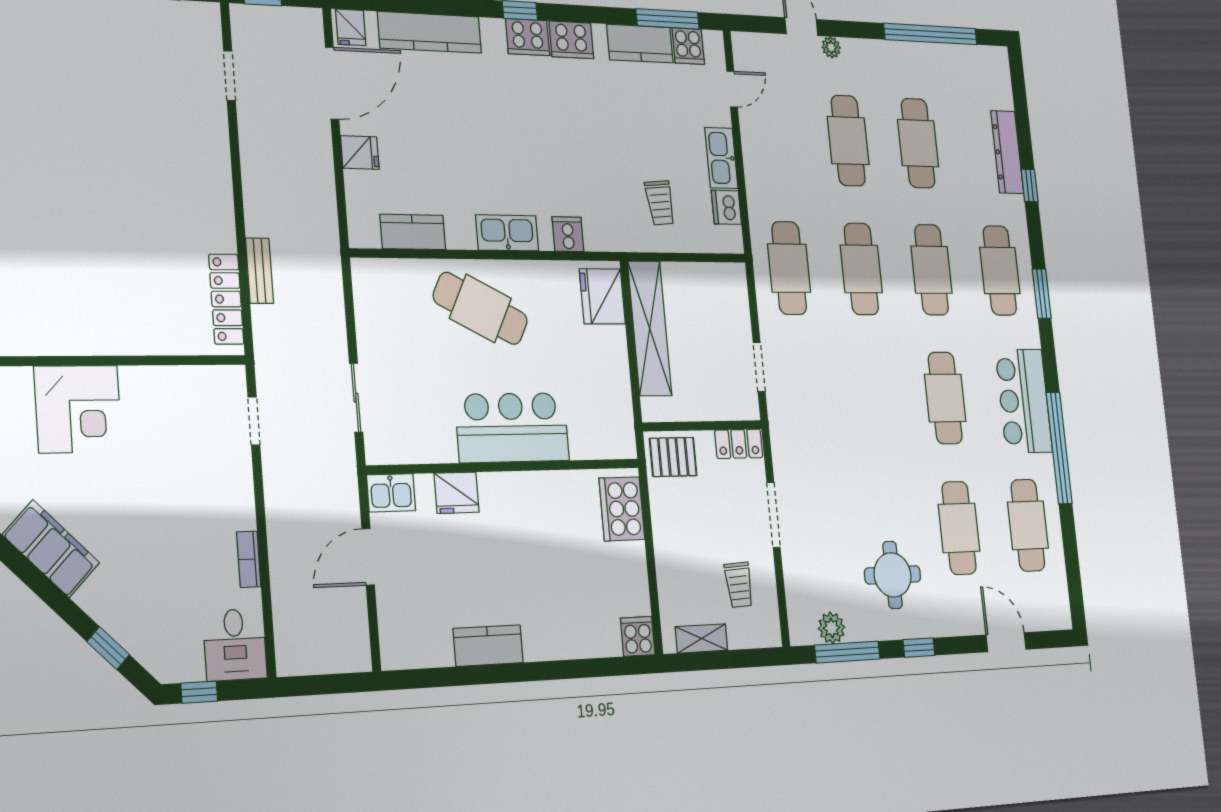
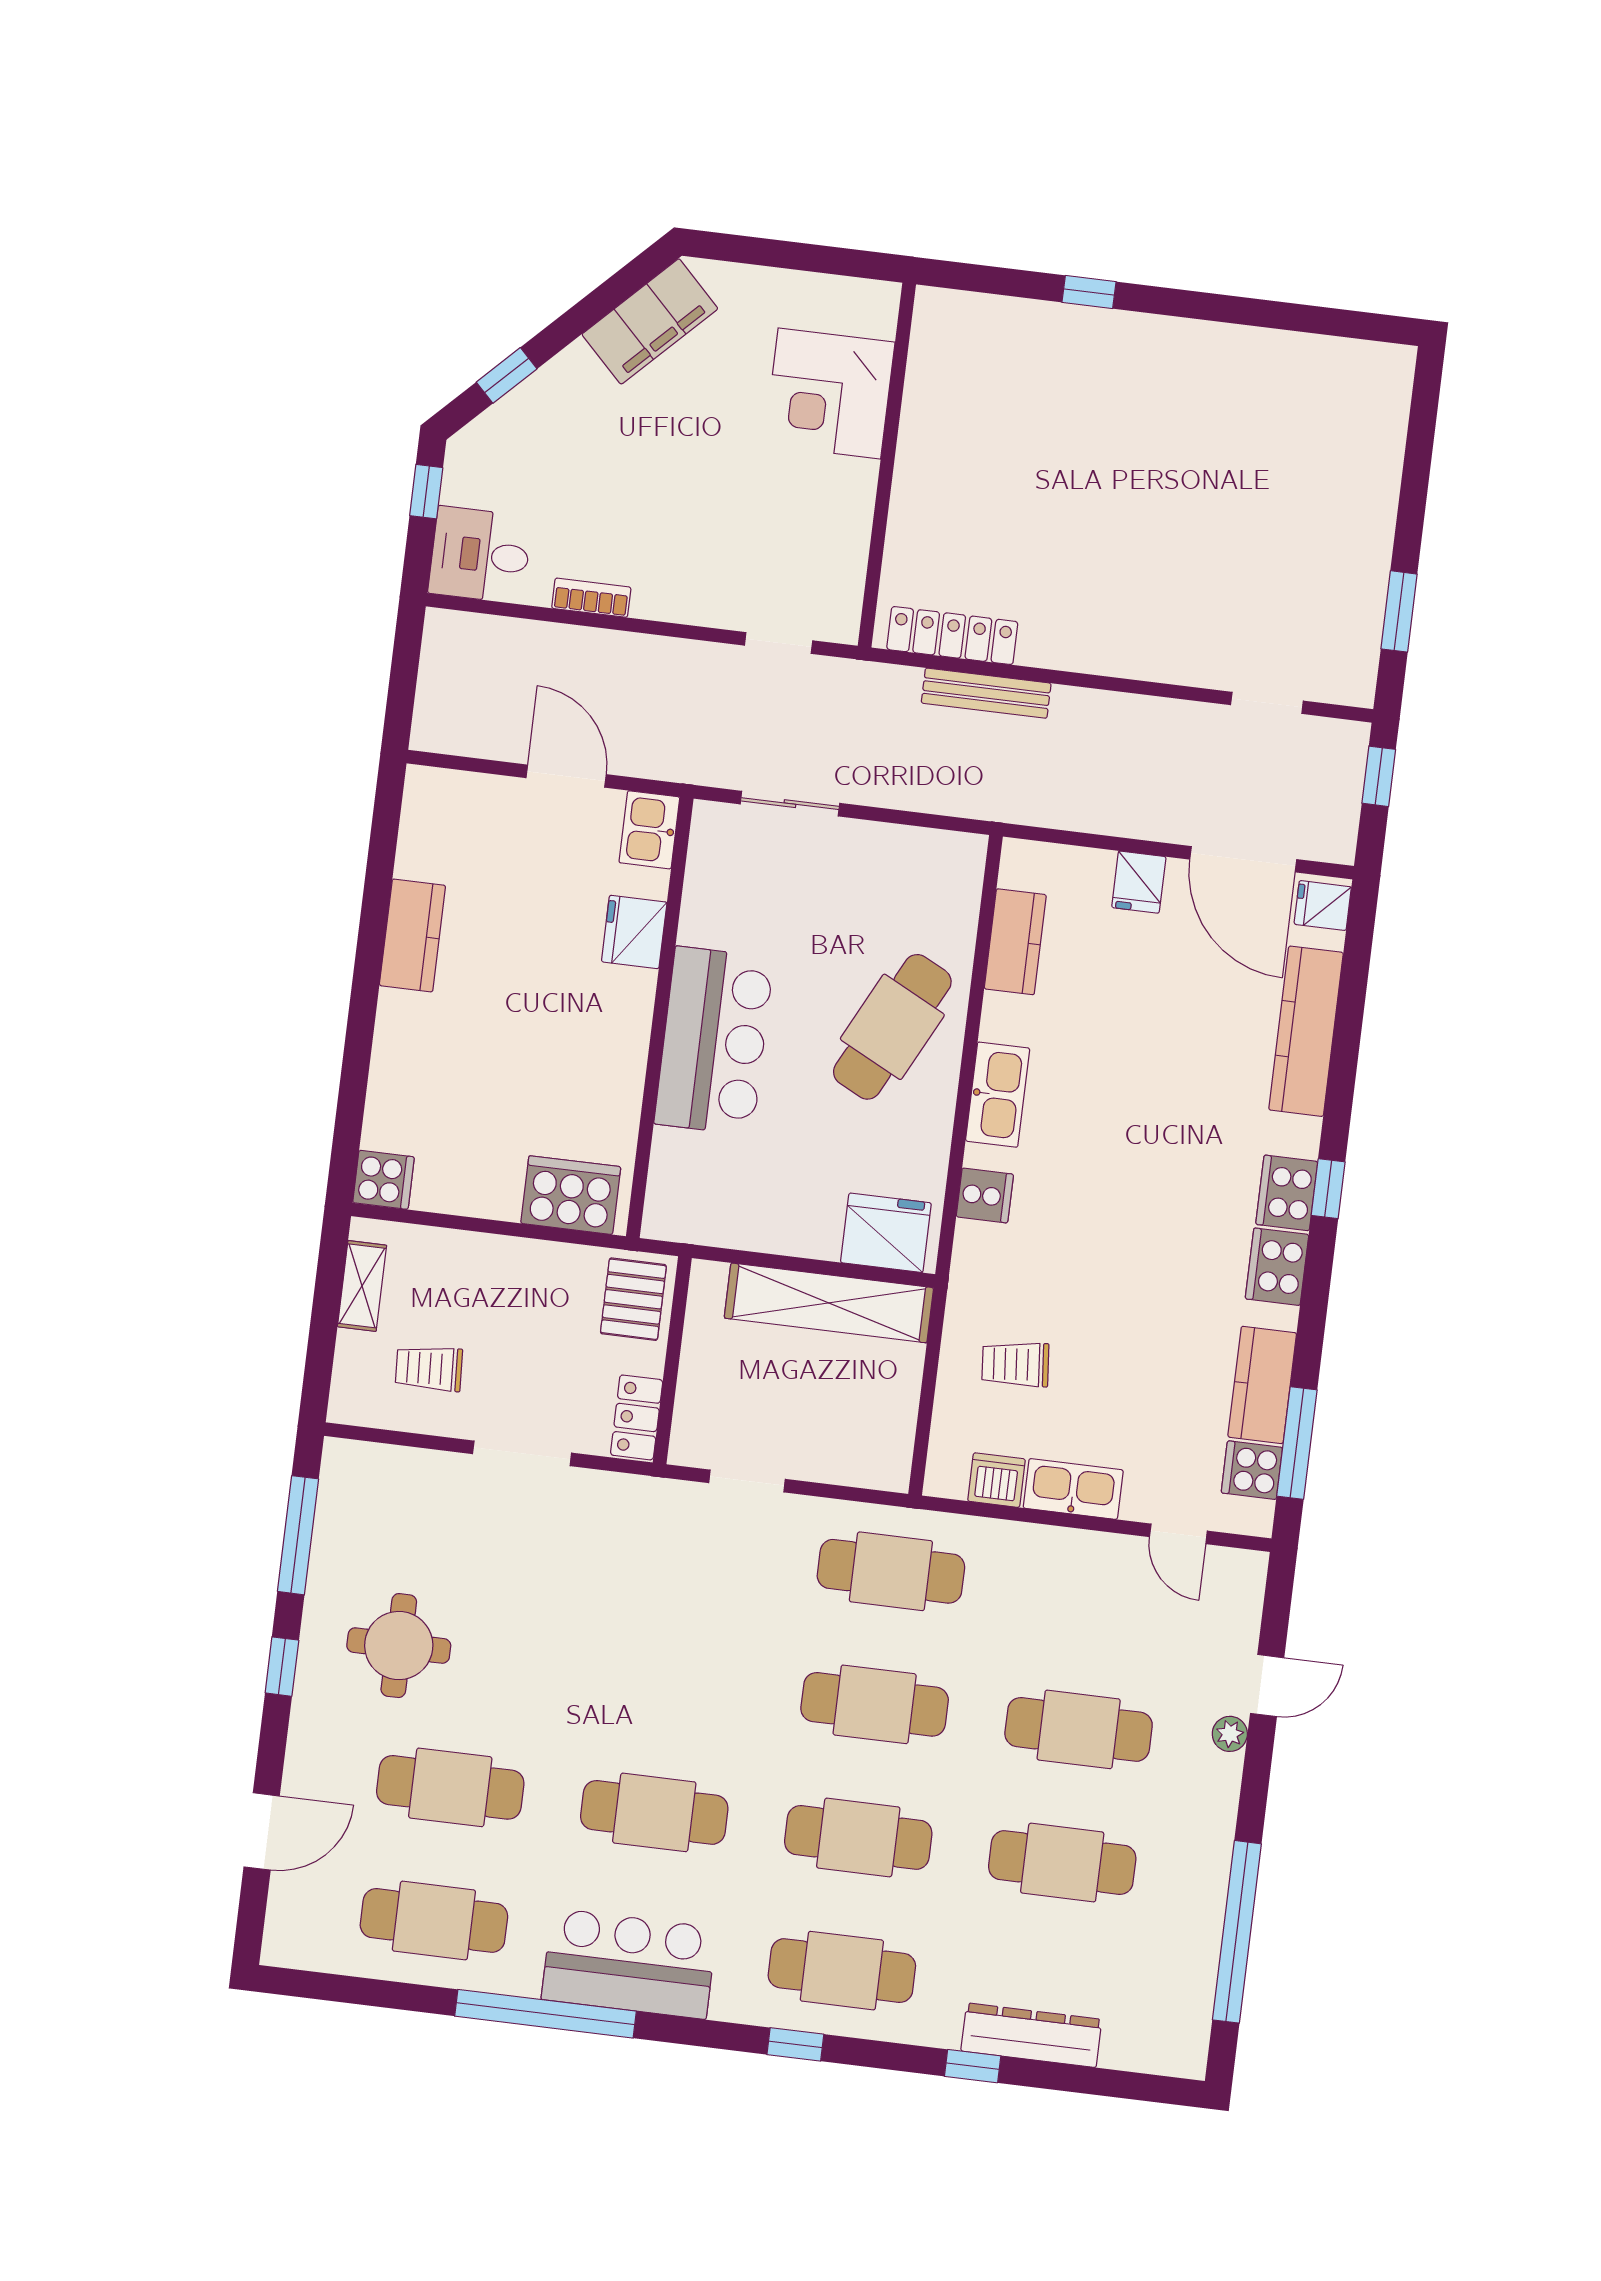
bench: (259, 271) -> (986, 693), width x1.36
window: (1042, 294) -> (795, 2044), width x0.67
plant: (832, 628) -> (338, 1516), removed

